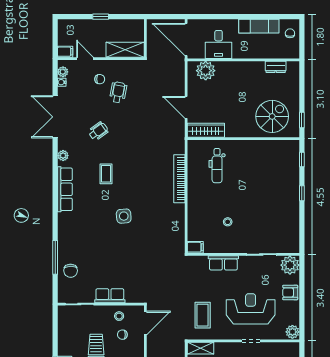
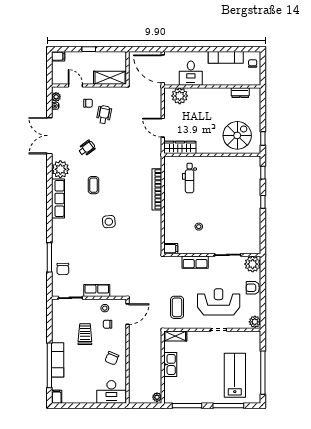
filing cabinet: (65, 52) -> (58, 56), moved
plant: (63, 156) -> (60, 169), width x1.87, depth x1.87

